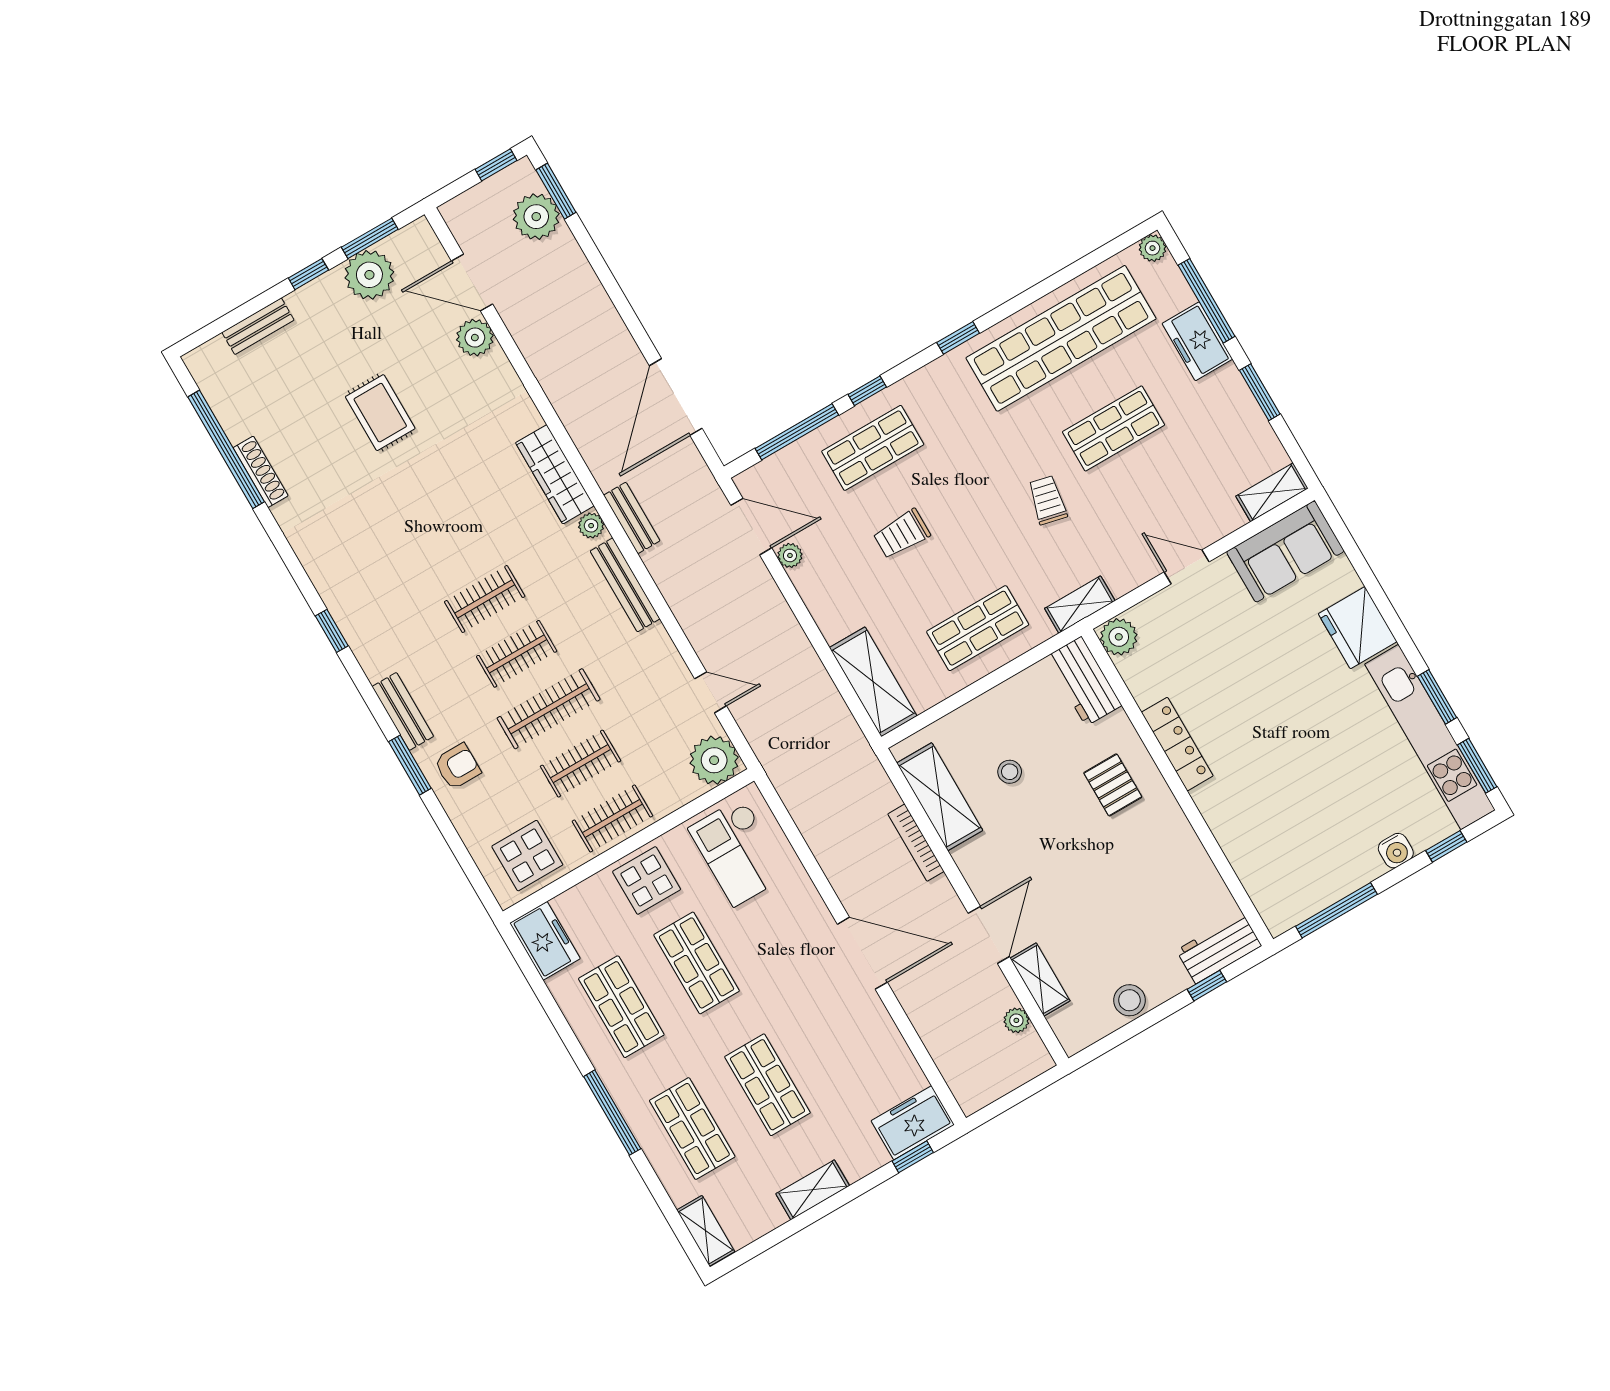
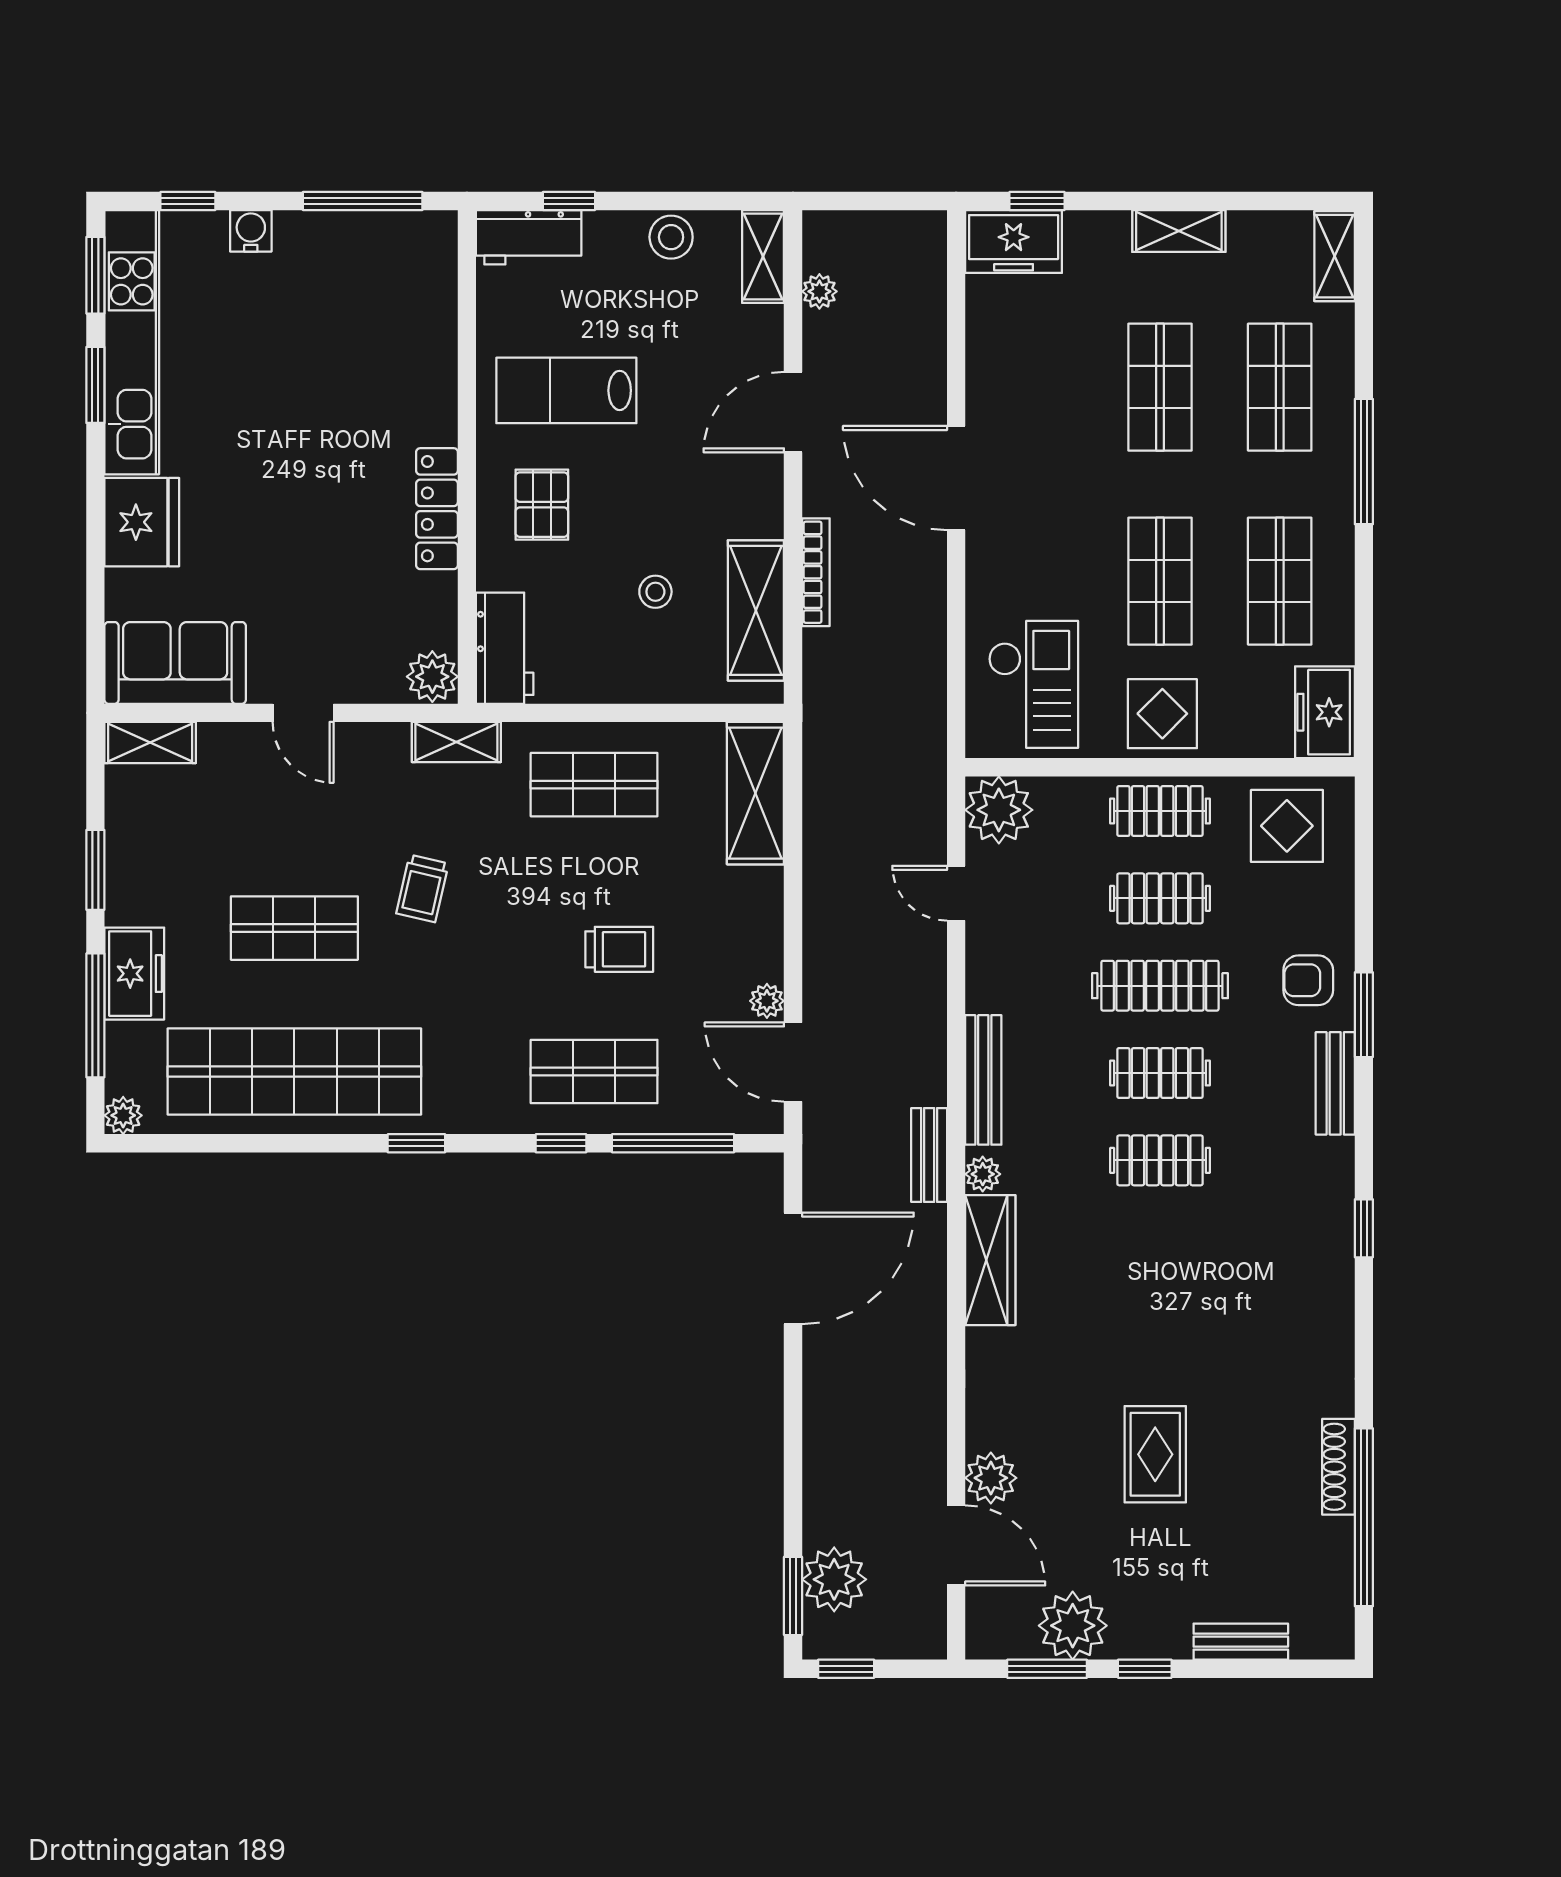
lab bench: (1139, 866) -> (566, 390), added
shelving: (1040, 980) -> (763, 256), moved

